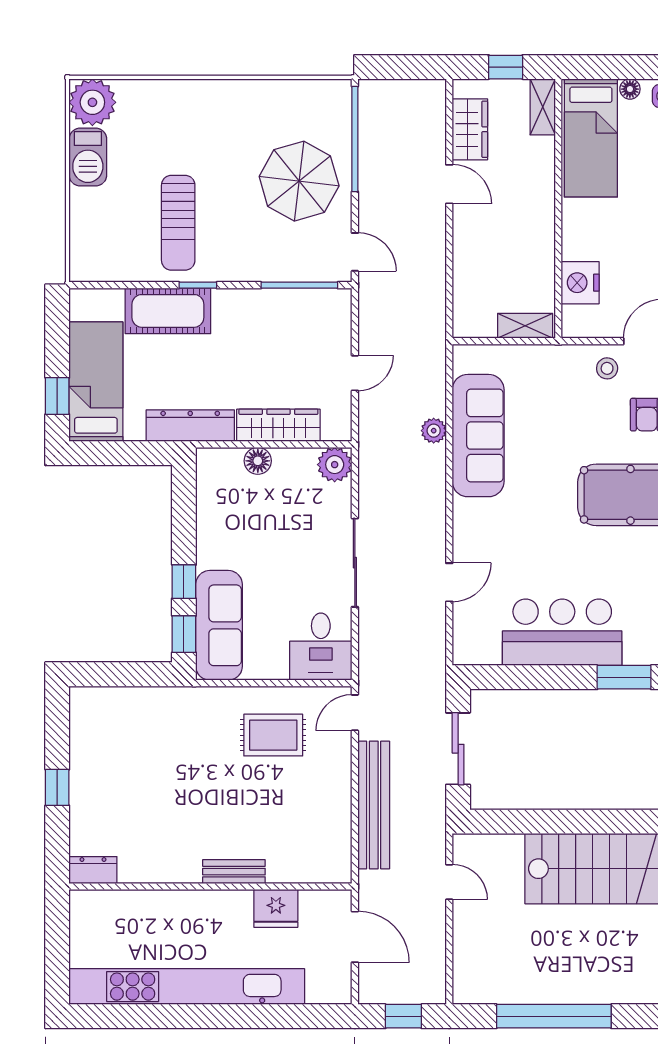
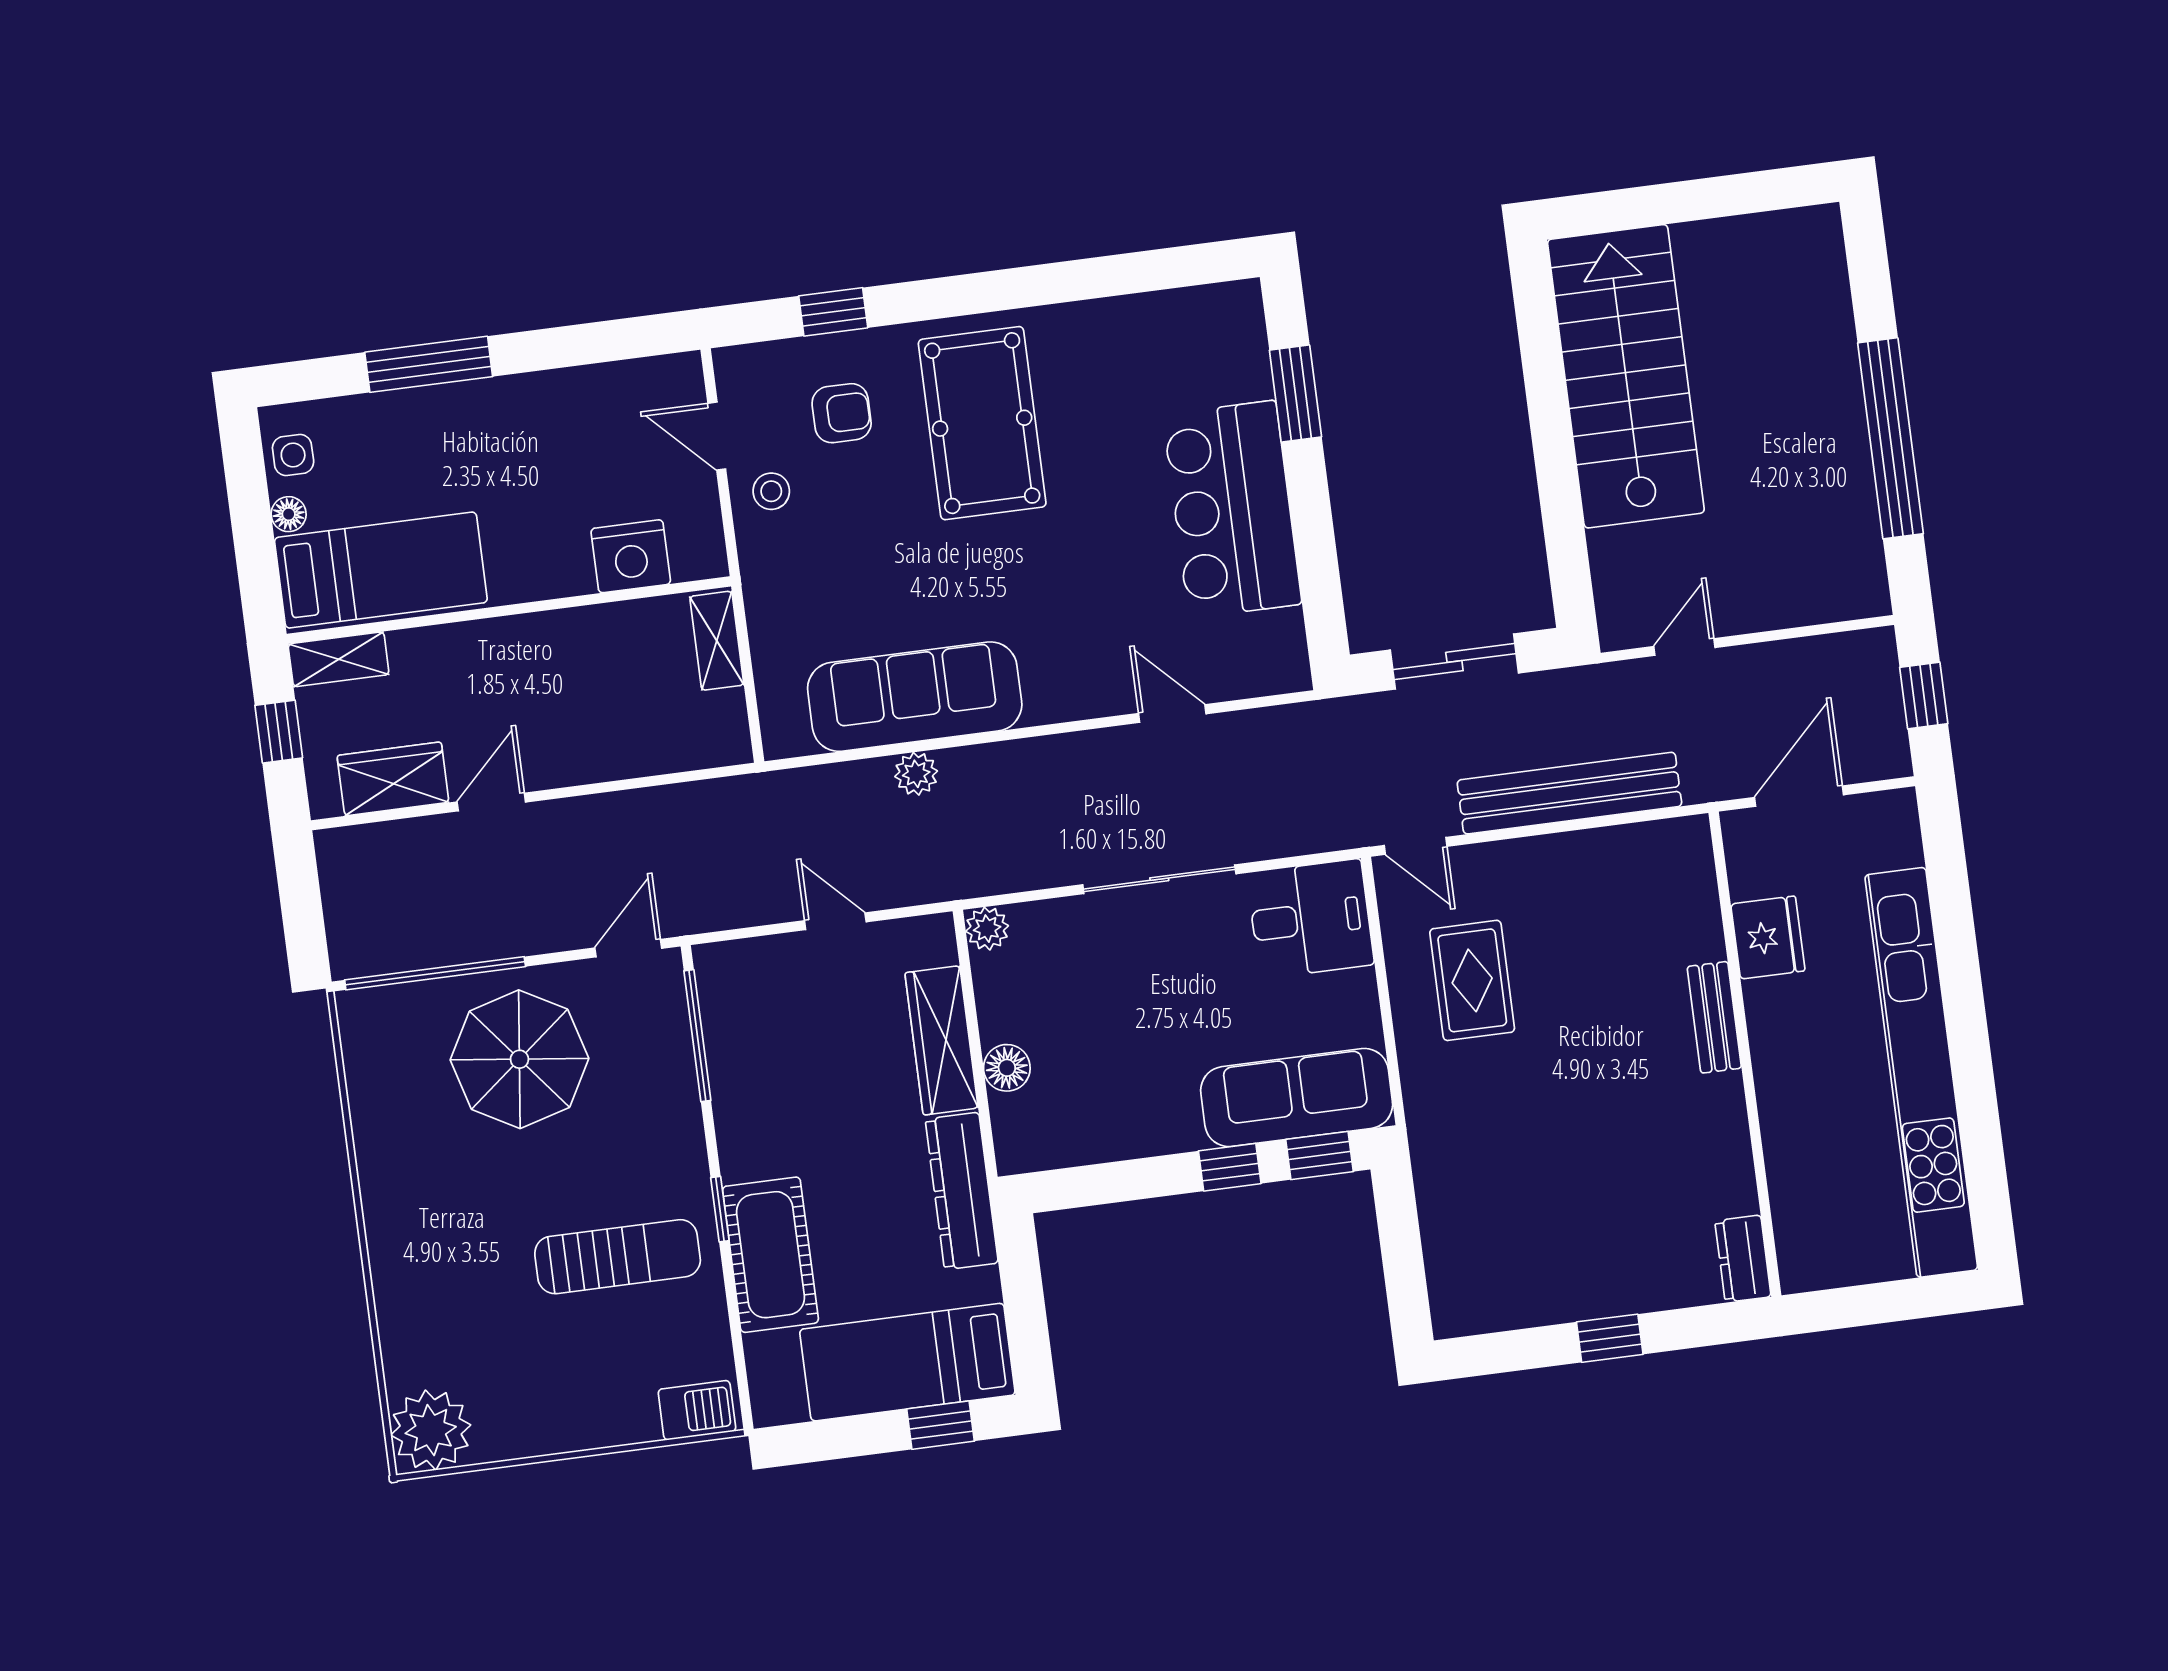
barbecue: (88, 157) -> (697, 1410), moved, width x0.73, depth x0.79
plant: (335, 465) -> (987, 929), width x0.73, depth x0.73

